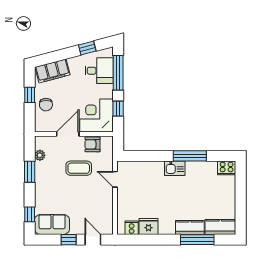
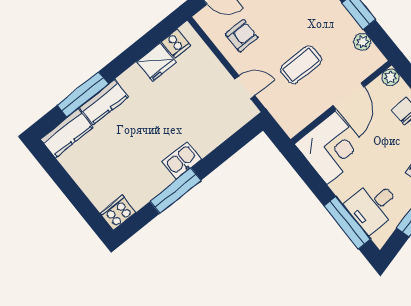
window: (118, 109) -> (312, 178), removed
plant: (40, 127) -> (391, 77), added
armchair: (93, 144) -> (242, 36), moved

